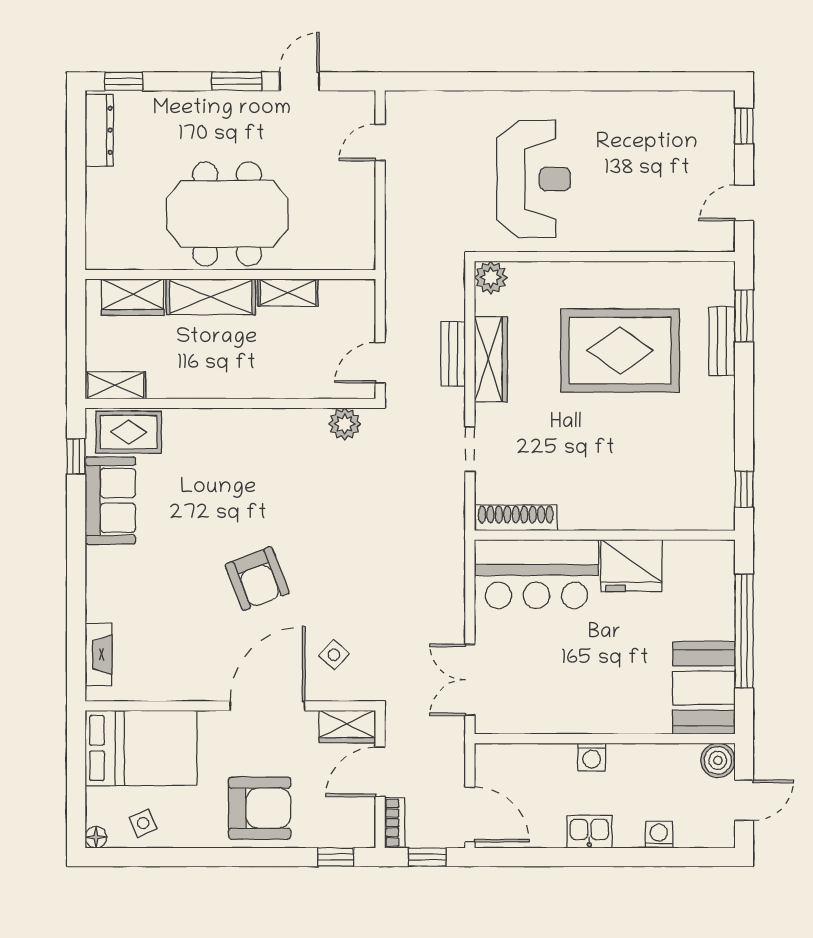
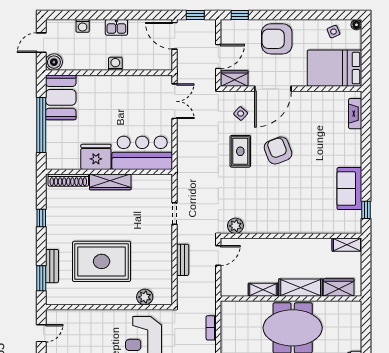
plant: (491, 277) -> (145, 297), moved
wardrobe: (491, 359) -> (110, 182), moved, turned -90
rug: (129, 432) -> (240, 151), moved, turned 90
window: (744, 489) -> (41, 218), moved
shoe rack: (516, 518) -> (68, 180), moved
bookcase: (395, 823) -> (211, 328), moved

